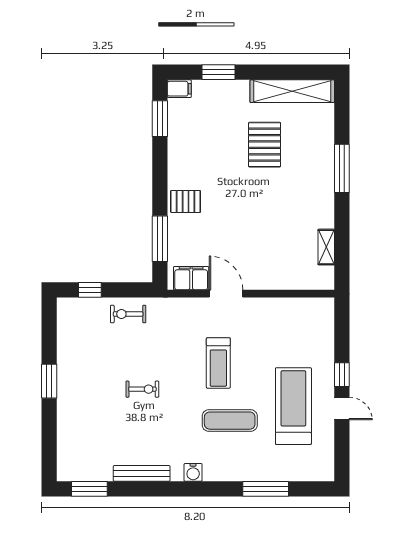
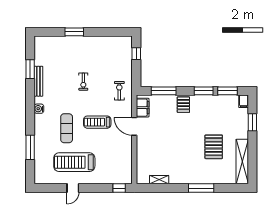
pallet: (265, 145) -> (214, 147), turned 90
window: (160, 164) -> (204, 91), added
door: (226, 294) -> (134, 126), swing flipped
exercise bike: (128, 314) -> (119, 91), moved
window: (342, 375) -> (119, 188), moved
window: (49, 381) -> (74, 32), moved
treadmill: (293, 406) -> (74, 162), turned 180
window: (89, 489) -> (30, 69), moved

